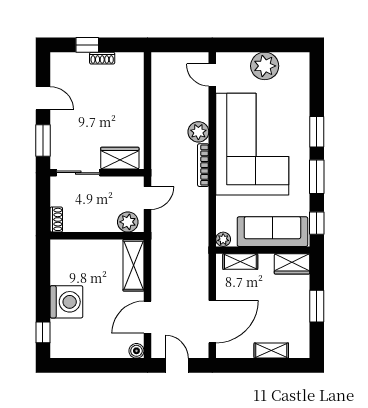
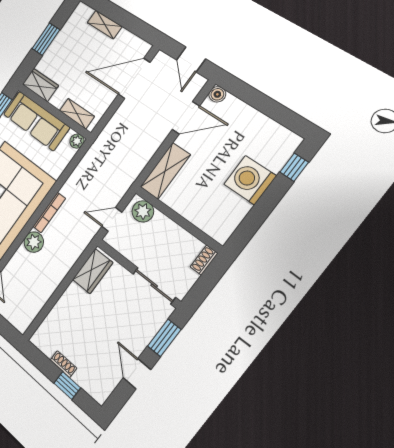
wardrobe: (120, 158) -> (93, 271), moved, turned -90

